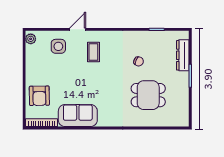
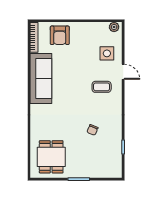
dresser: (183, 55) -> (98, 172), removed
dining table: (148, 95) -> (51, 157), moved
armchair: (39, 96) -> (60, 35), turned -89
sofa: (78, 116) -> (41, 79), width x1.36

